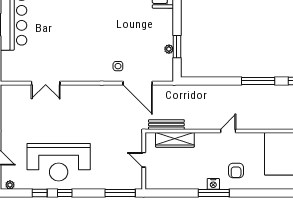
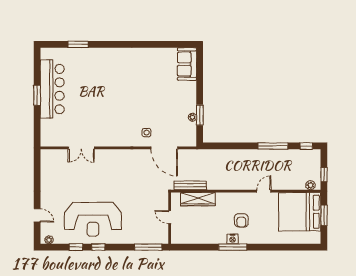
door: (228, 131) -> (264, 191), moved
armchair: (236, 171) -> (241, 220), moved

